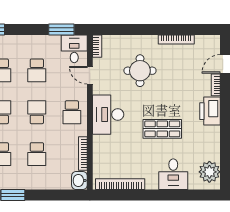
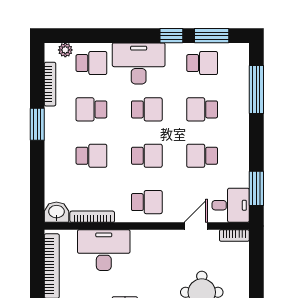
school desk: (72, 112) -> (147, 202), turned 180
desk: (108, 115) -> (104, 250), moved
school desk: (37, 154) -> (91, 156), turned 180

